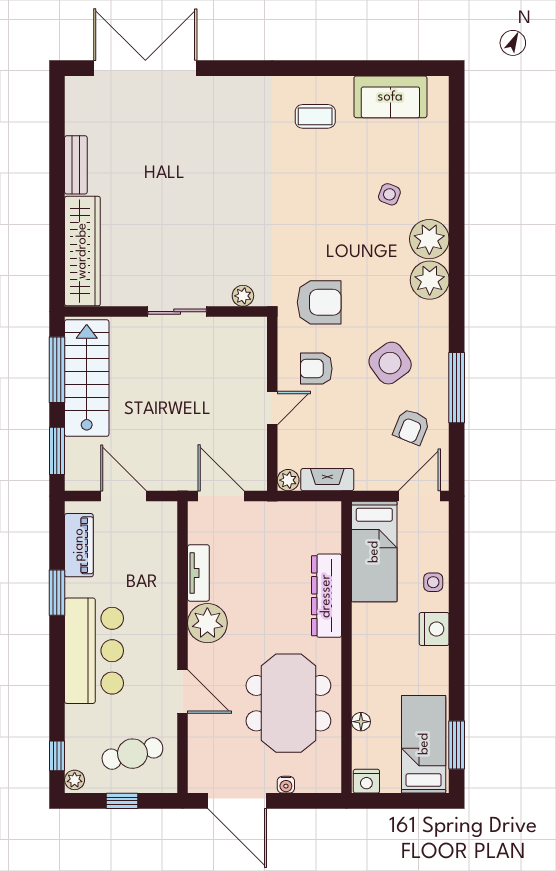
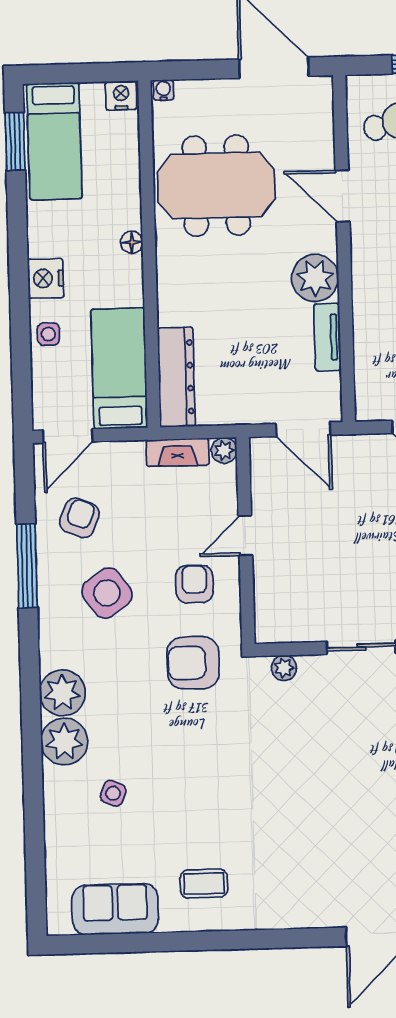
armchair: (316, 369) -> (194, 584), turned -90
dresser: (326, 596) -> (176, 377), moved
meeting table: (288, 703) -> (216, 186), turned 90
floor lamp: (361, 722) -> (132, 242), moved
water cooler: (286, 785) -> (163, 90), moved

